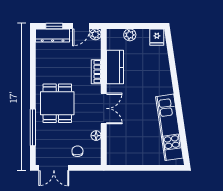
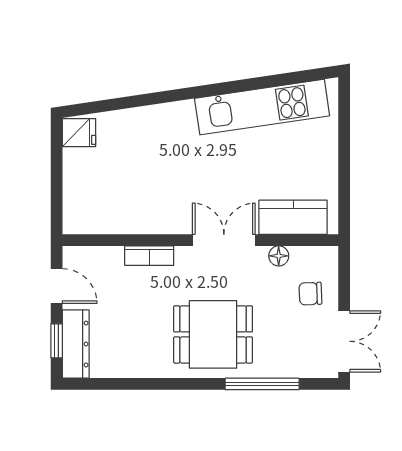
plant: (95, 34) -> (74, 257), removed
plant: (130, 35) -> (74, 187), removed
kitchen counter: (115, 67) -> (293, 217), moved

